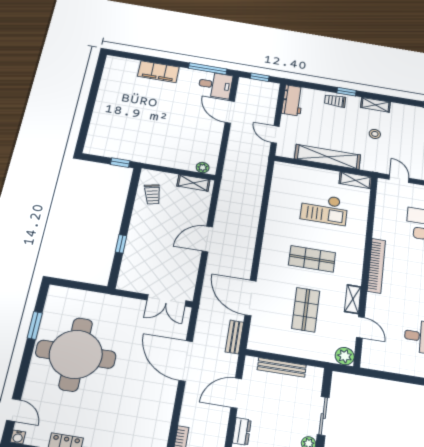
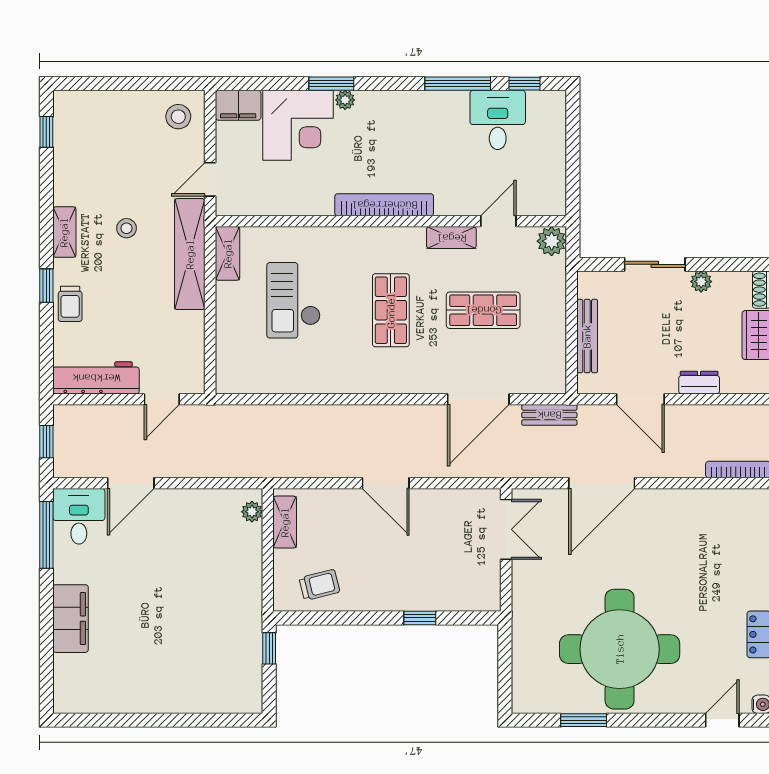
workbench: (293, 100) -> (96, 378), width x1.37
shelving: (328, 157) -> (190, 254), moved
checkout: (324, 209) -> (293, 300), turned 180

